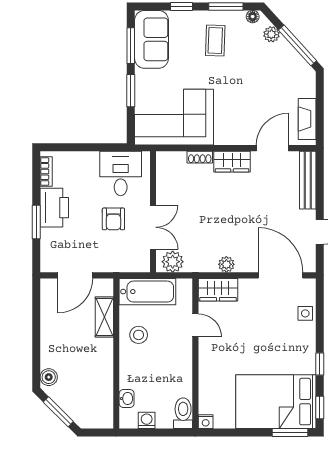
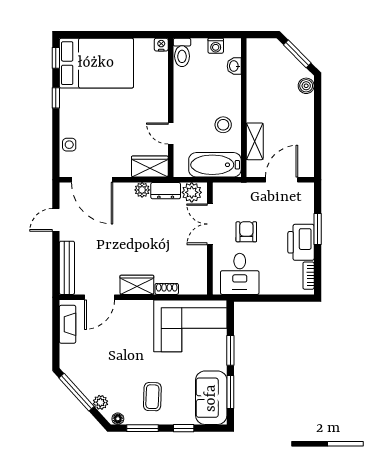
dresser: (201, 264) -> (166, 191), added
window: (290, 432) -> (83, 35), removed

